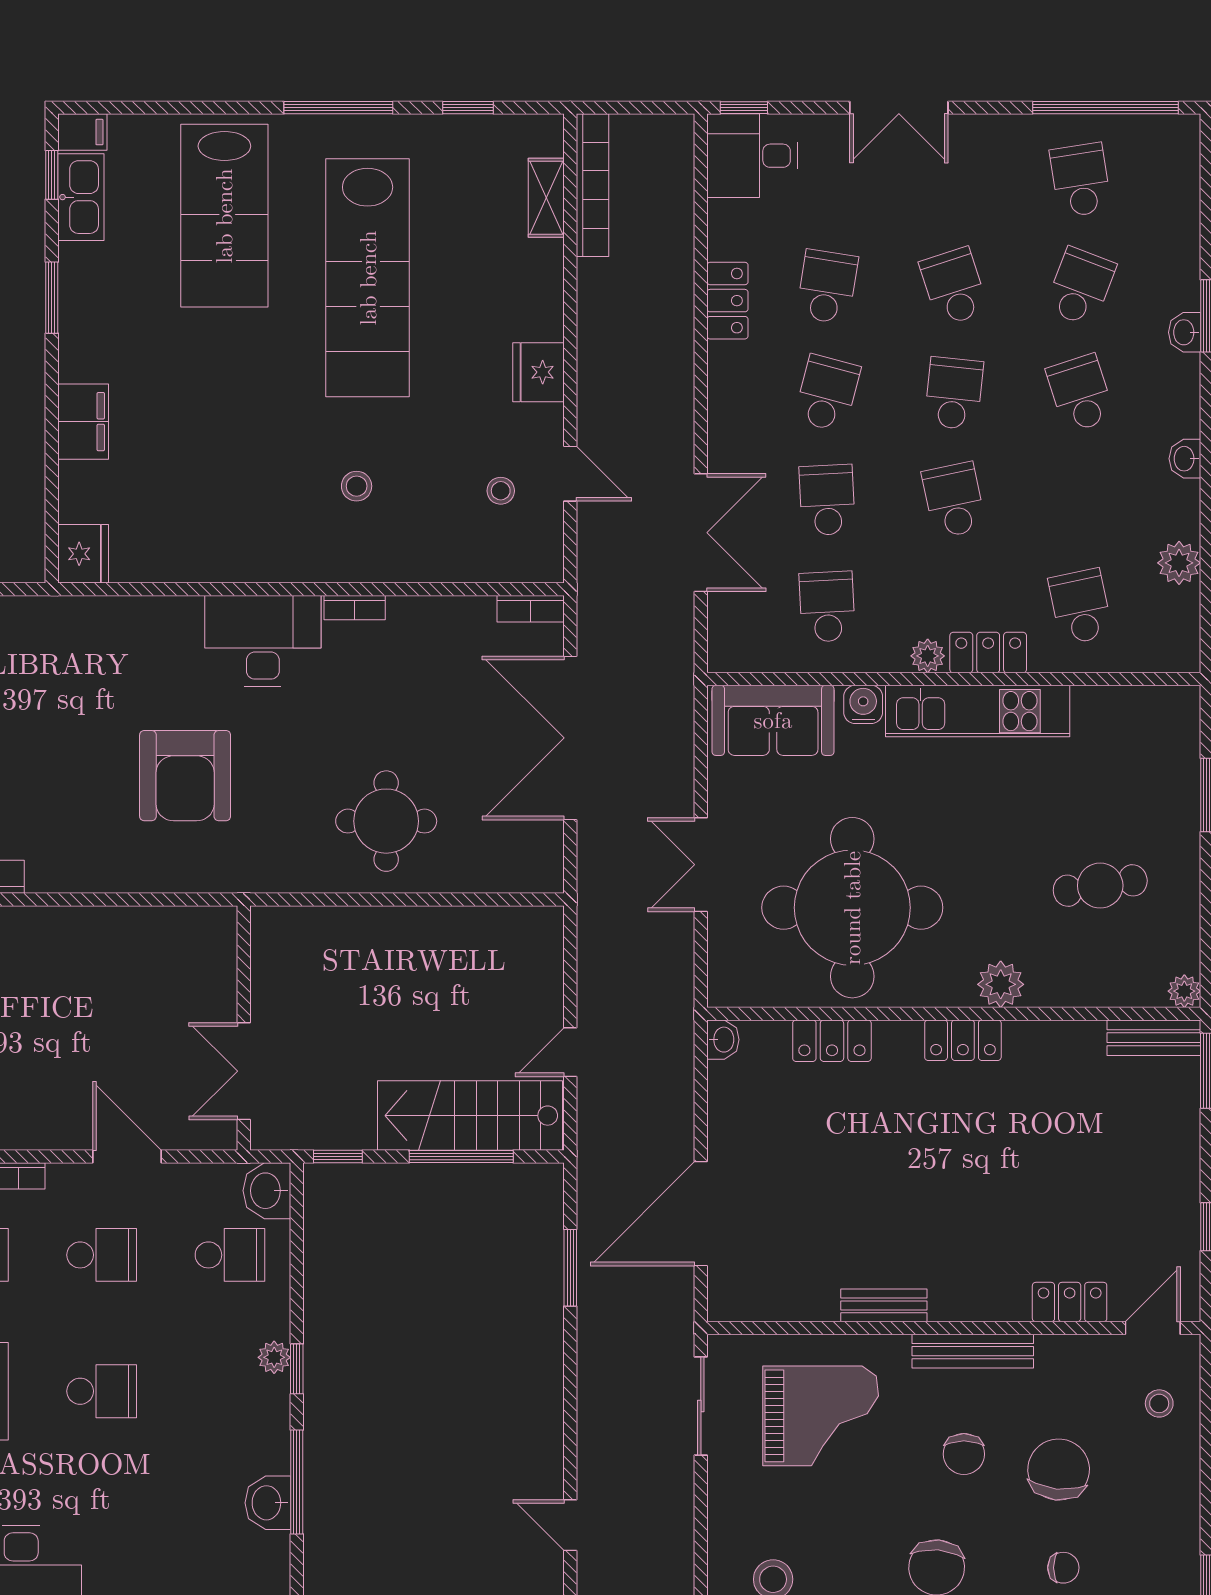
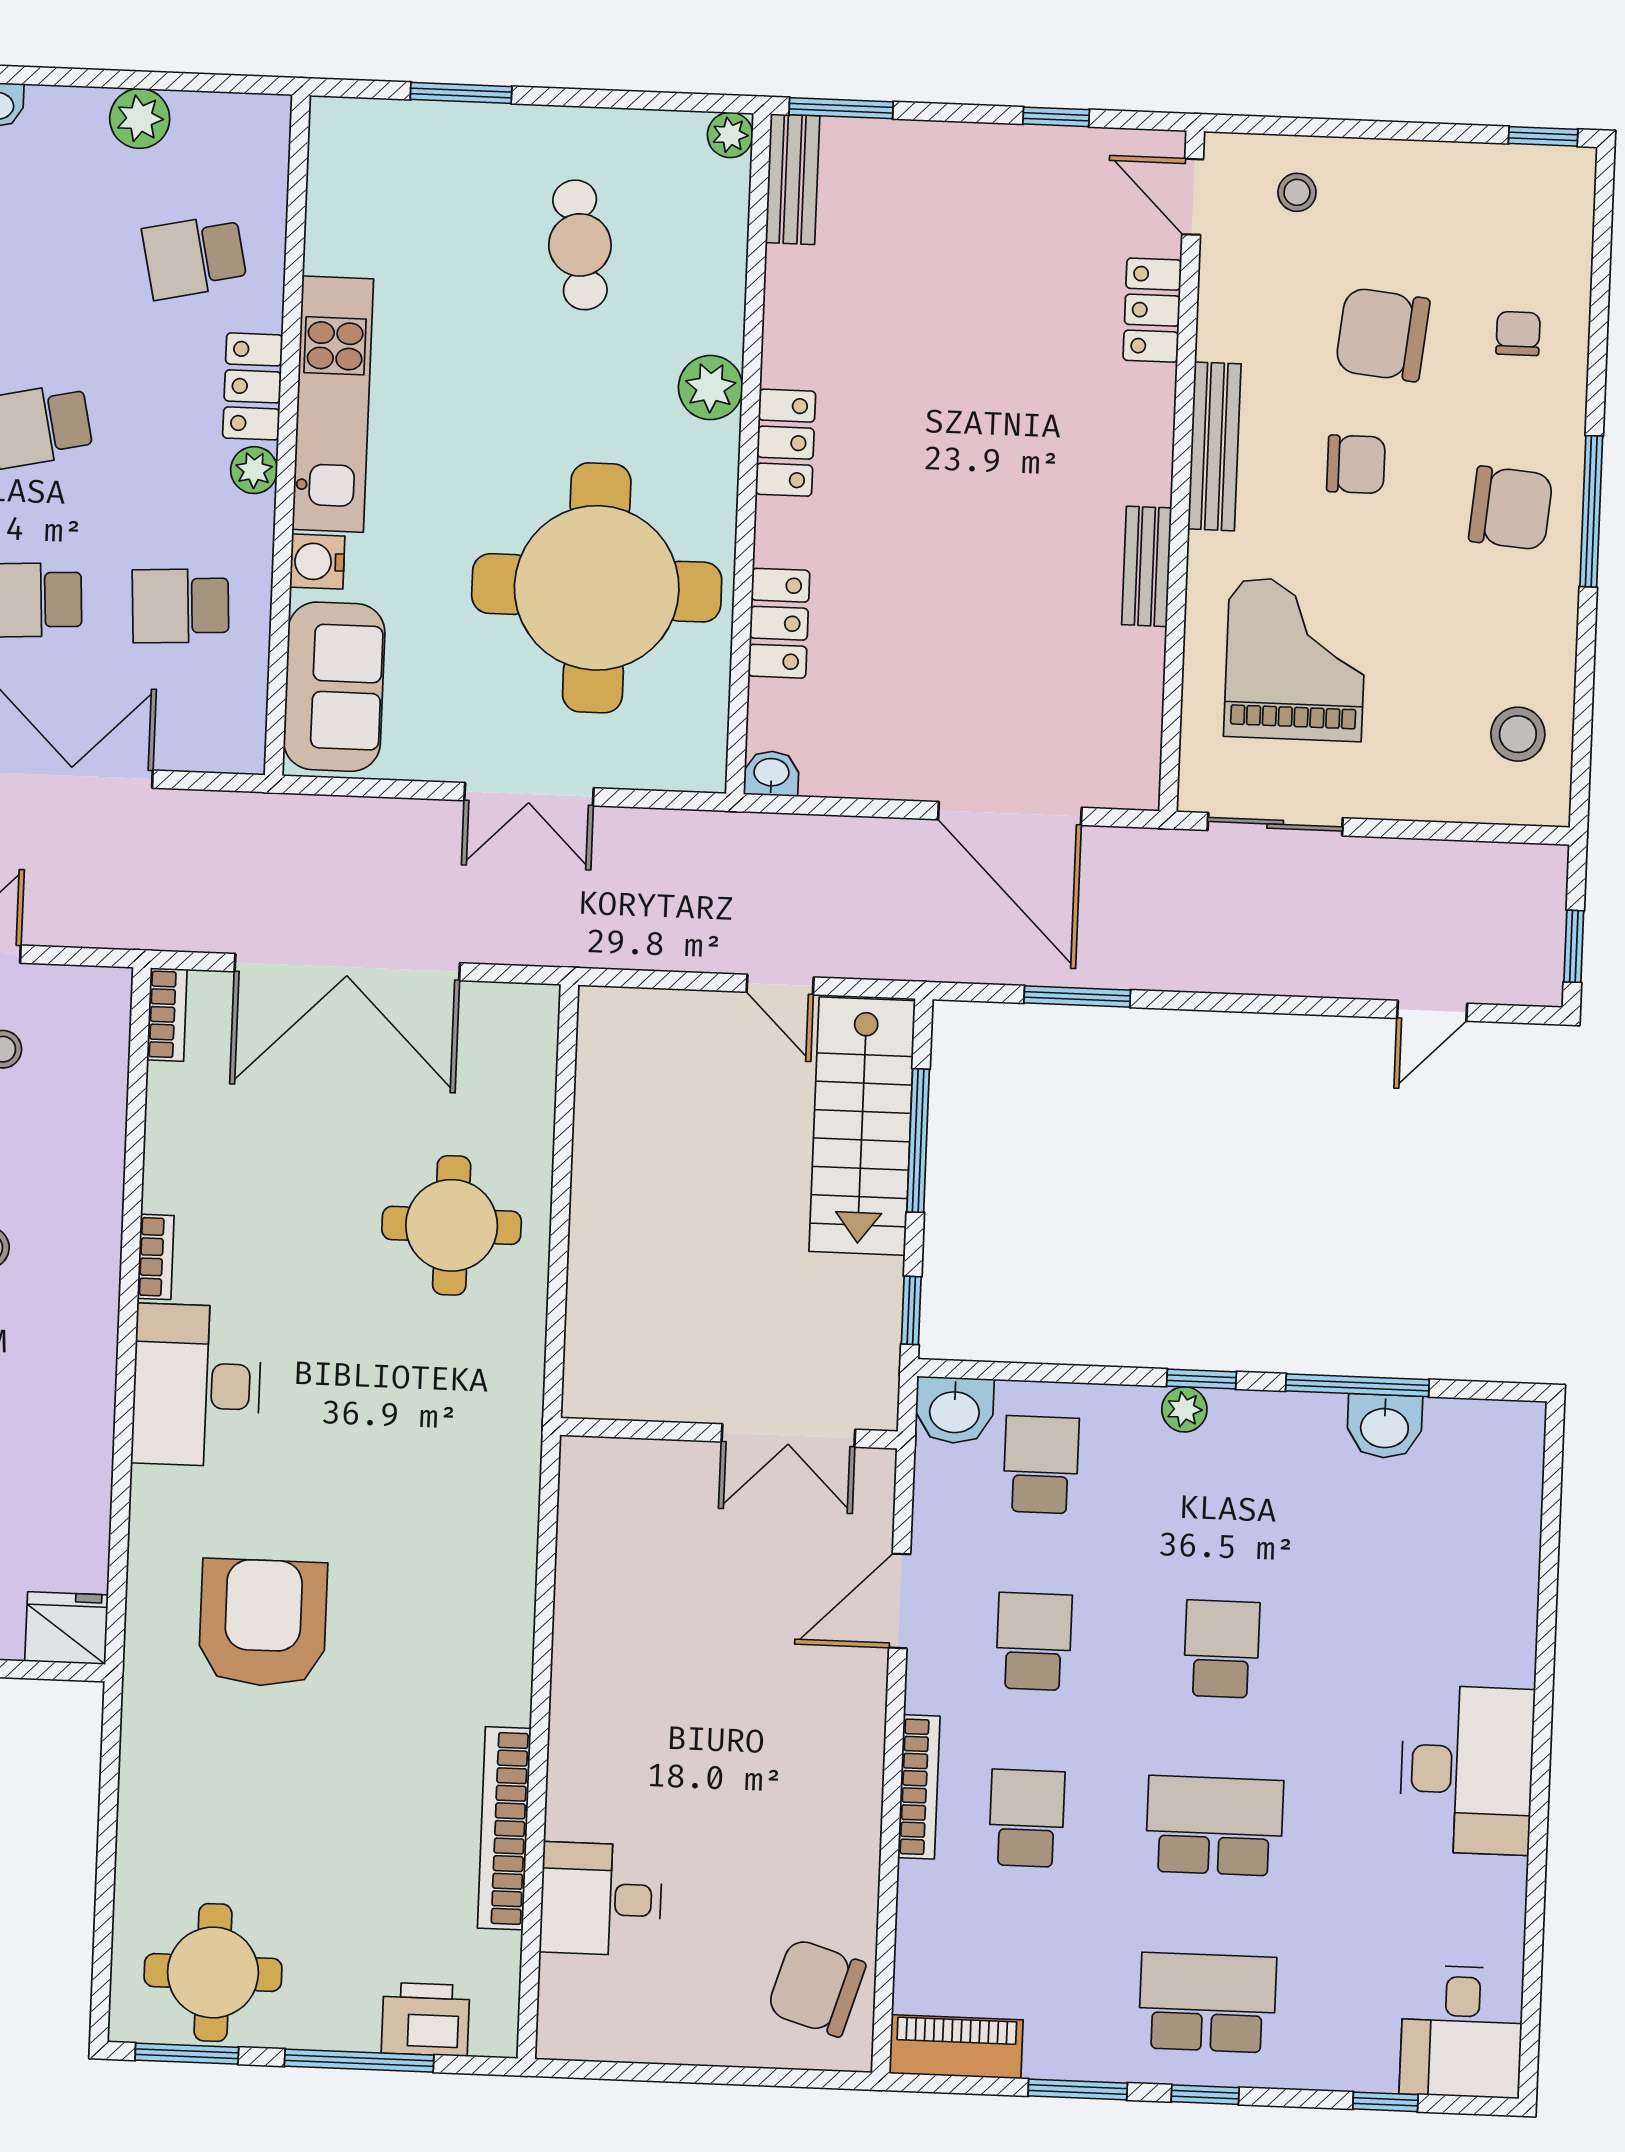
armchair: (185, 776) -> (263, 1623), moved, turned -90

